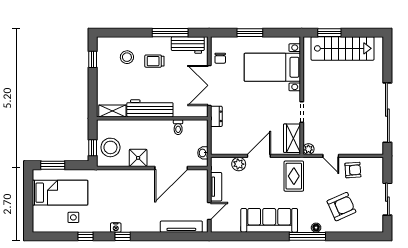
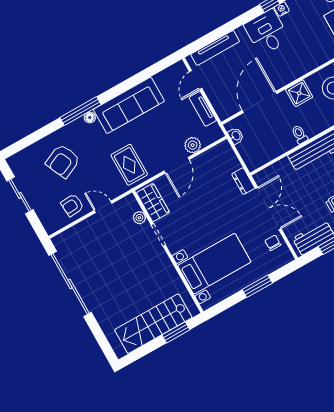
toilet: (178, 127) -> (300, 134), moved
plant: (308, 149) -> (139, 218), moved
desk: (136, 217) -> (267, 32), added
floor lamp: (316, 228) -> (90, 117), moved

